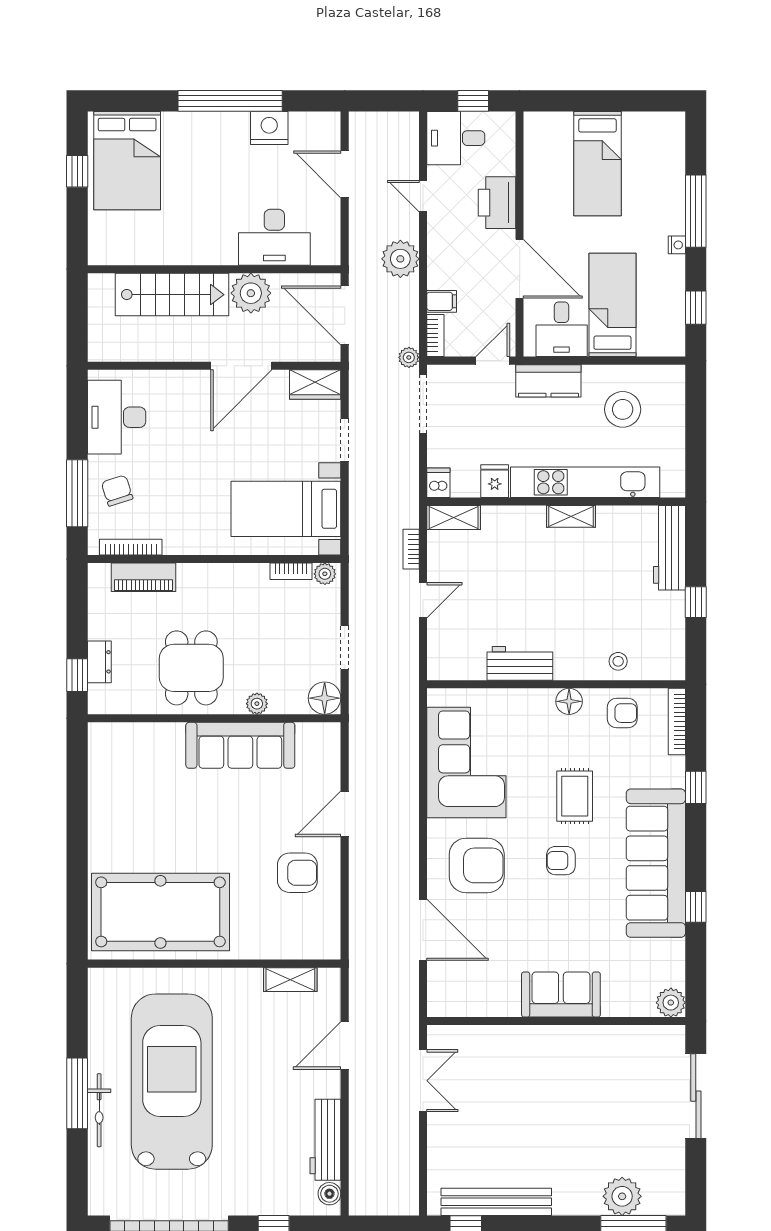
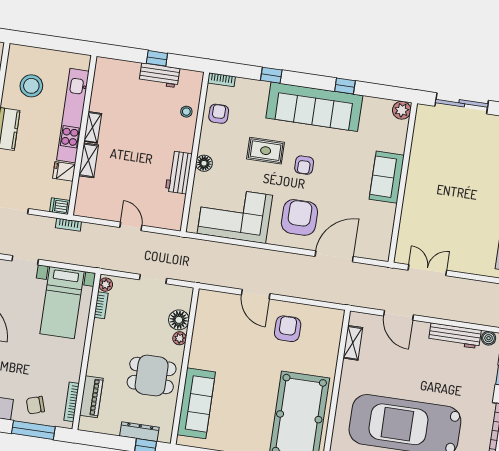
shelving: (454, 518) -> (89, 160), moved
workbench: (669, 548) -> (159, 75), moved, width x0.73
bookcase: (411, 549) -> (68, 225), moved
dresser: (99, 662) -> (139, 432), width x1.44
floor lamp: (325, 698) -> (179, 320), moved
floor lamp: (569, 701) -> (204, 163), moved
bookcase: (677, 722) -> (221, 80), width x0.64
sofa: (240, 745) -> (196, 403), moved

